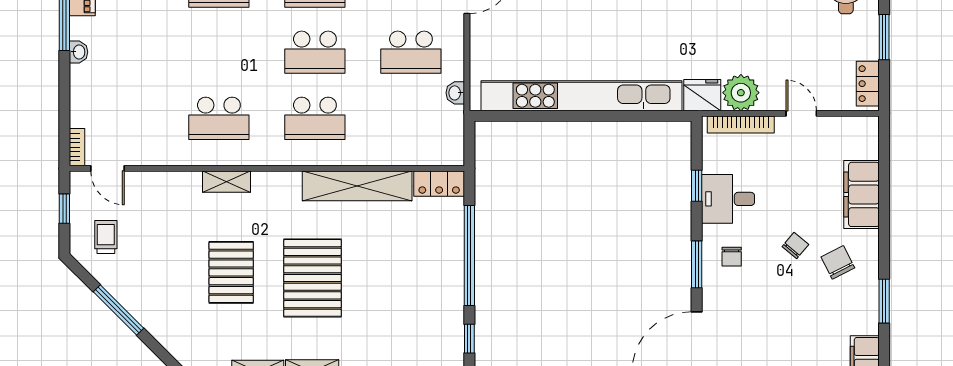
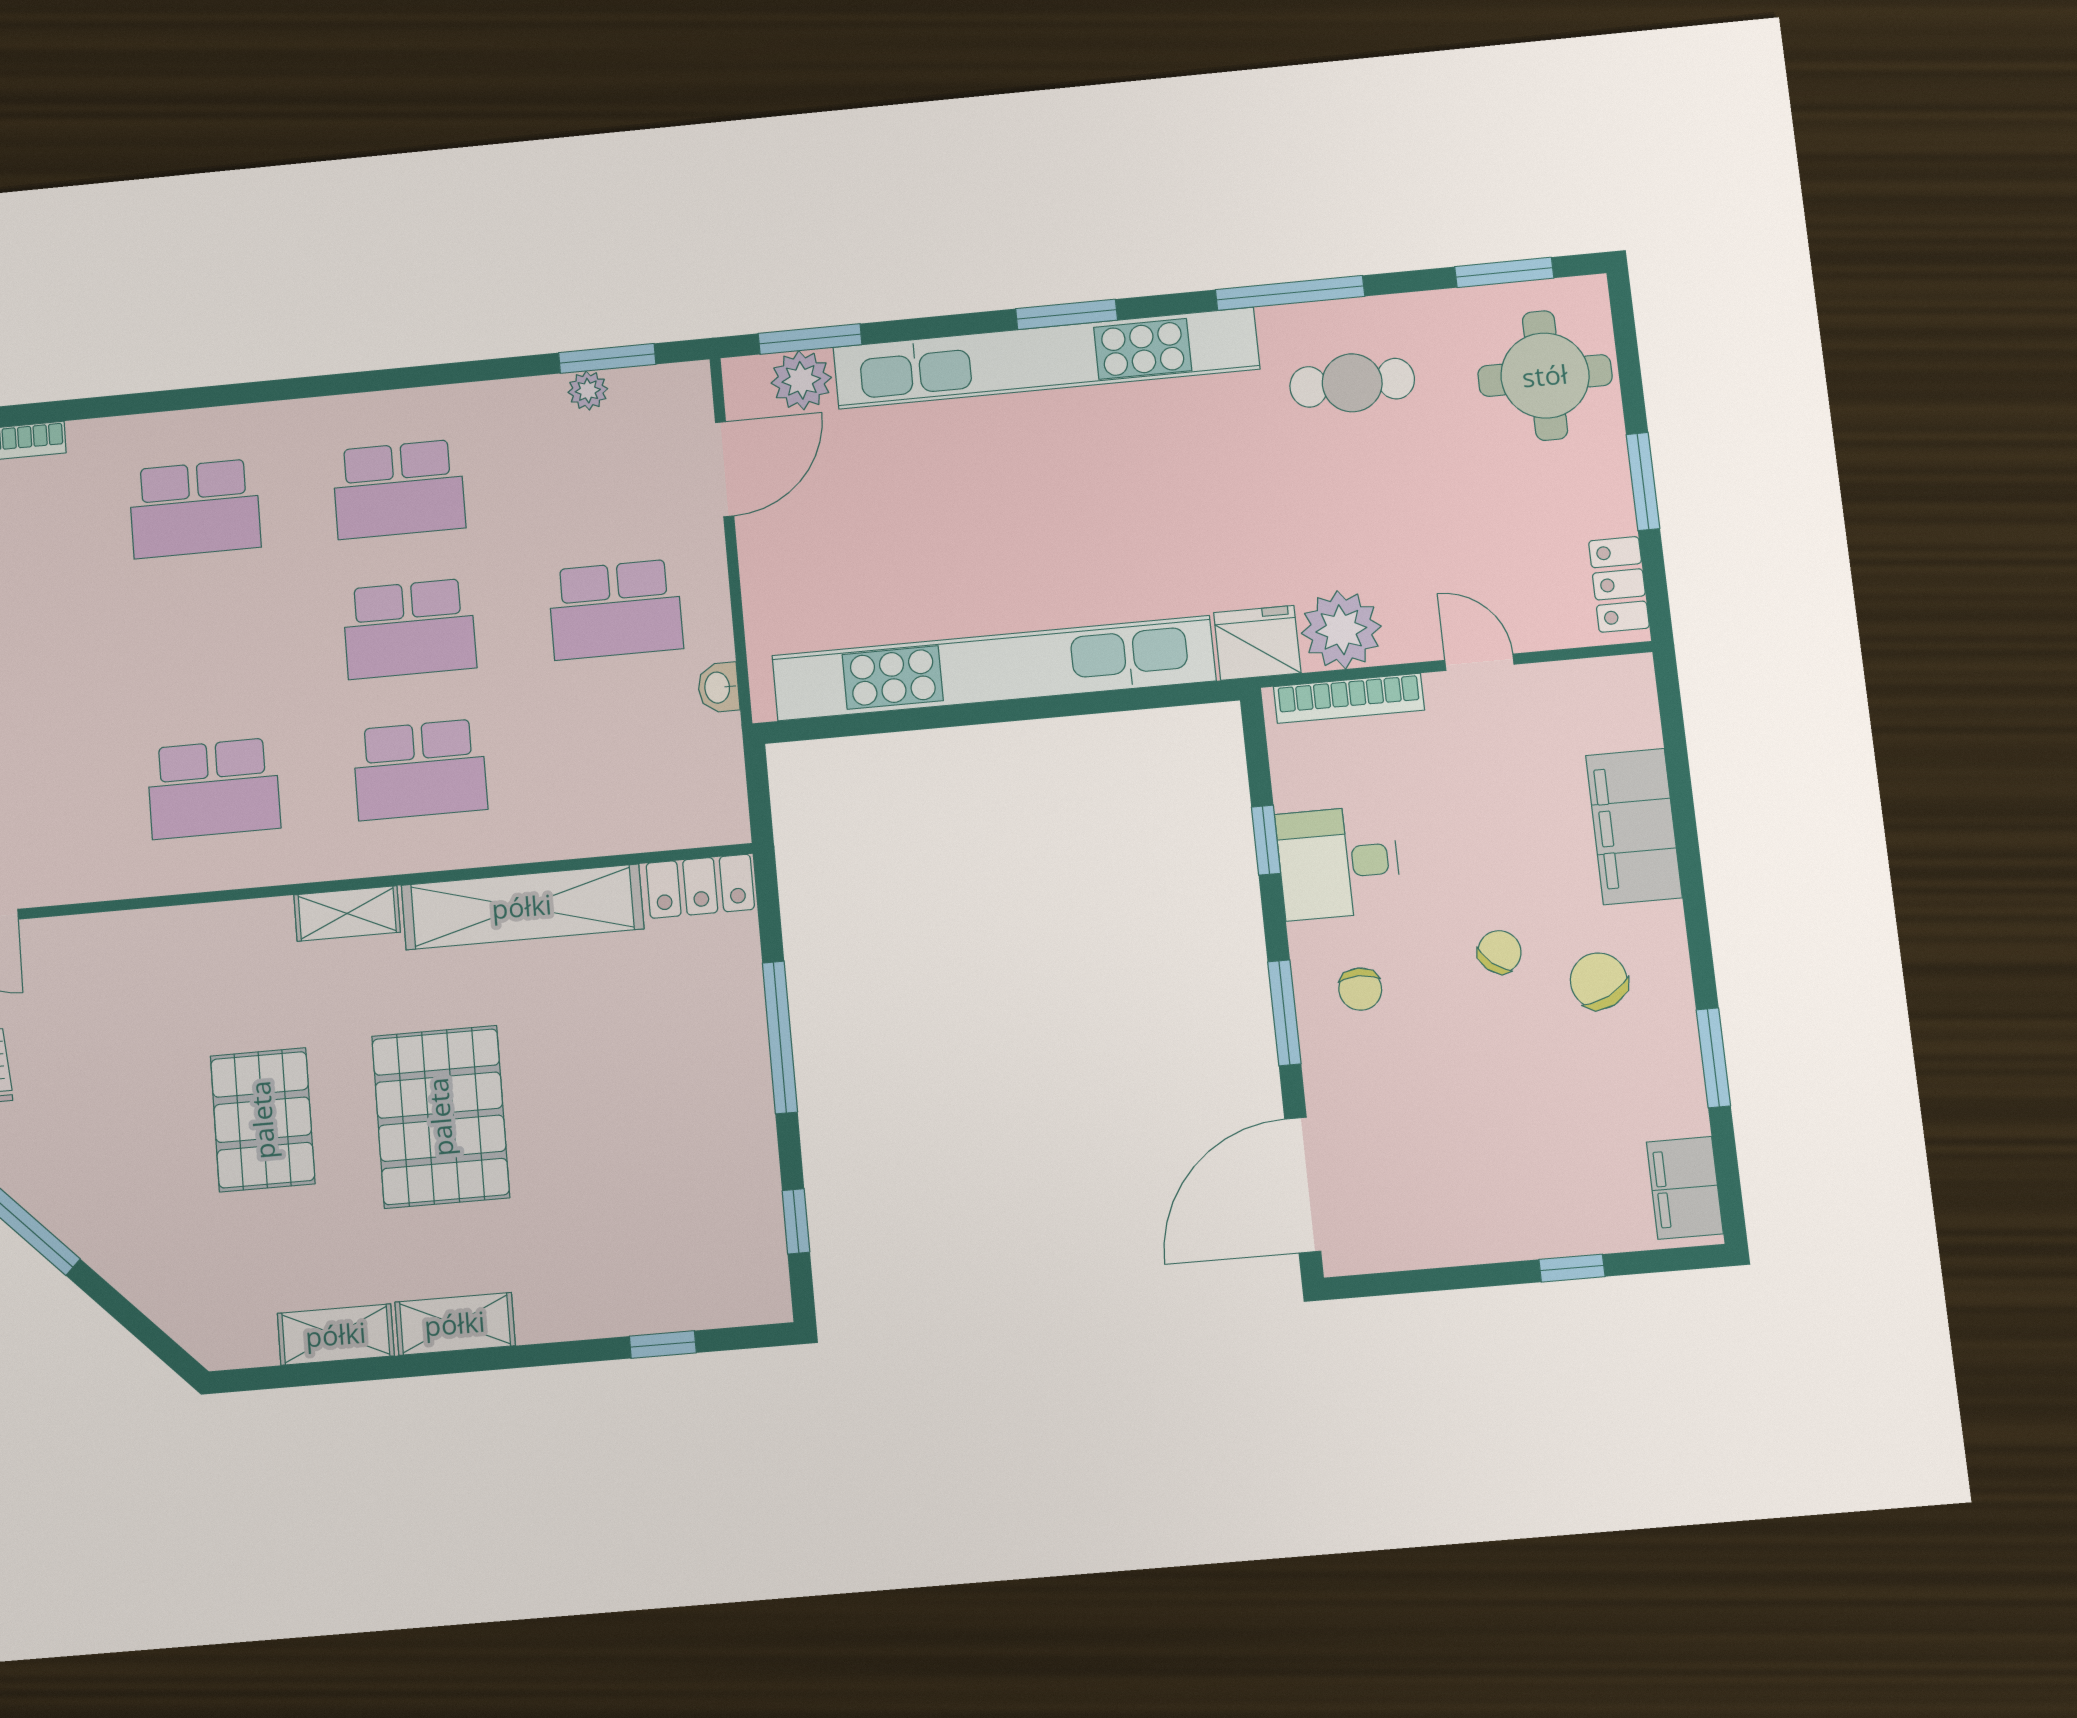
shelving: (226, 182) -> (347, 914), moved
window: (469, 256) -> (780, 1037), width x0.68

